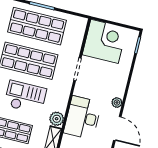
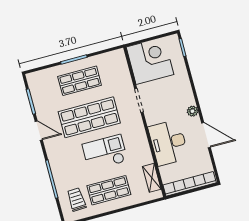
shop shelf: (37, 26) -> (80, 81), width x0.70, depth x0.74
plant: (57, 119) -> (145, 157), removed

